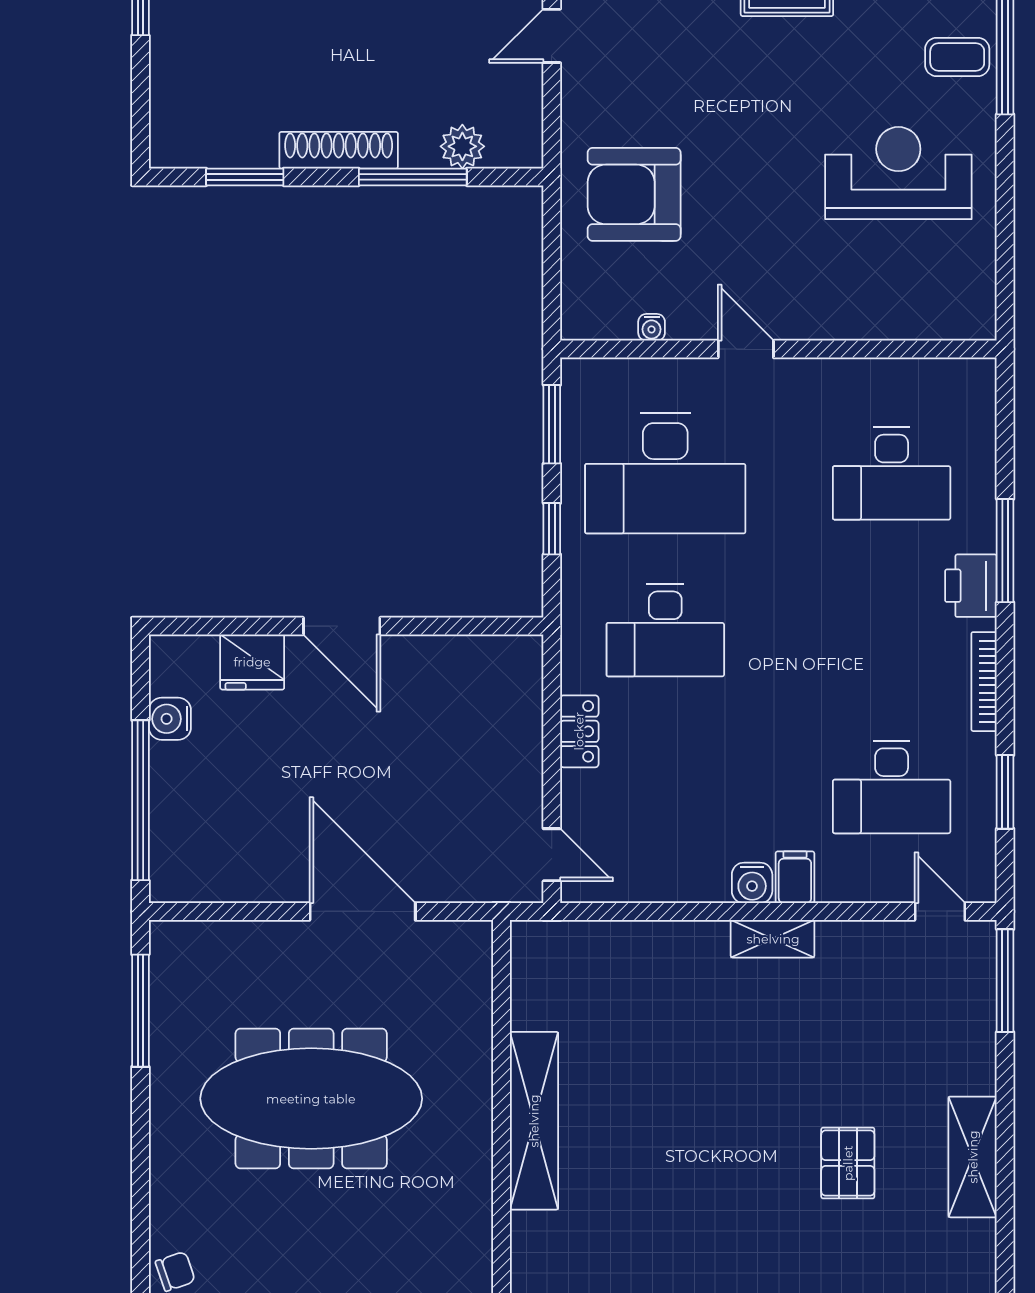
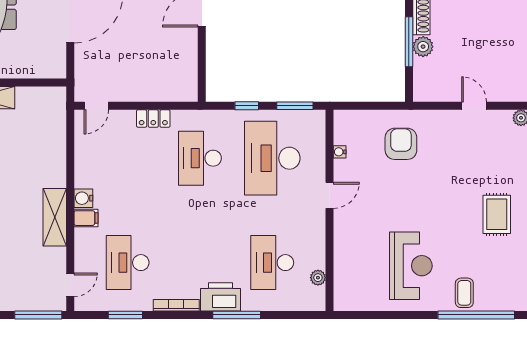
plant: (462, 146) -> (423, 47), moved
armchair: (634, 194) -> (401, 144), width x0.73, depth x0.73
plant: (924, 374) -> (318, 278), added
printer: (971, 586) -> (220, 297), width x1.37, depth x1.19
shelving: (773, 939) -> (55, 217), width x1.50, depth x1.33

